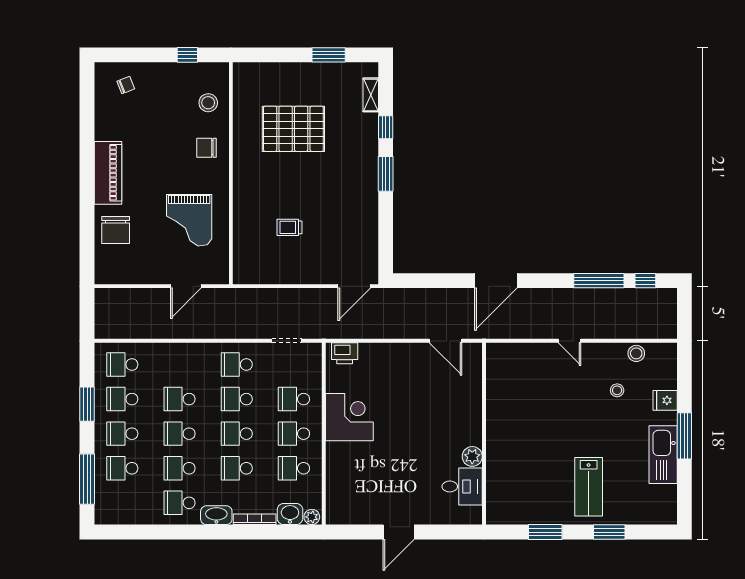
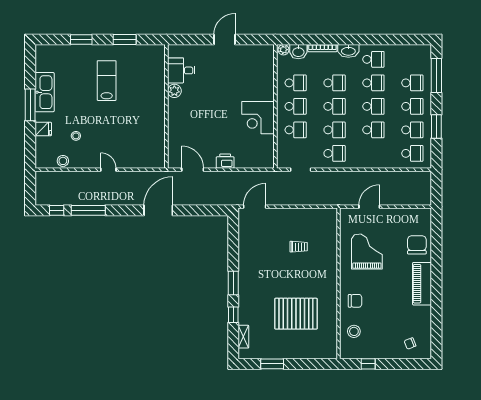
printer: (345, 353) -> (225, 161), moved
lab bench: (589, 487) -> (107, 81), moved

